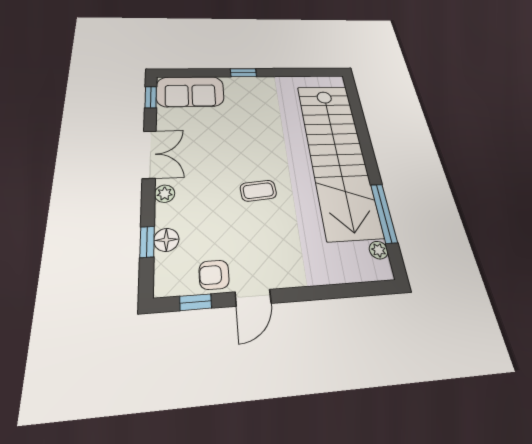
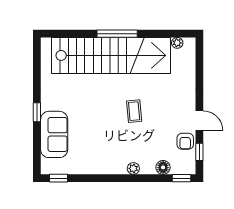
sofa: (190, 92) -> (54, 134), moved
double door: (149, 154) -> (105, 178), removed
window: (384, 213) -> (117, 34), moved
window: (147, 242) -> (182, 178), moved

